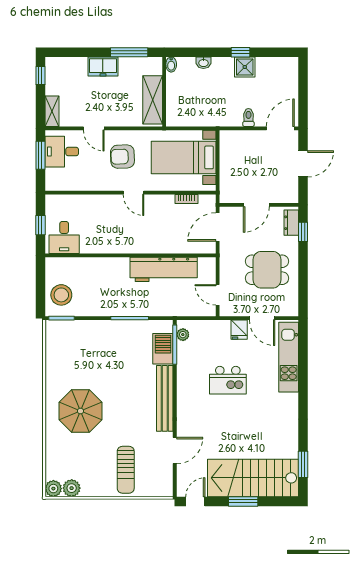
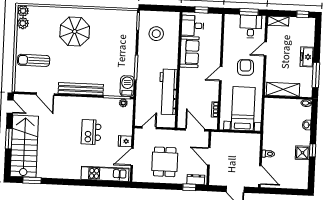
sofa: (103, 240) -> (189, 52), added
stool: (61, 295) -> (156, 34), moved
barbecue: (163, 349) -> (127, 86), moved, turned -90

